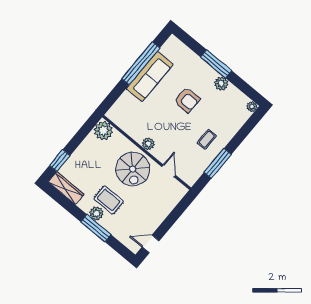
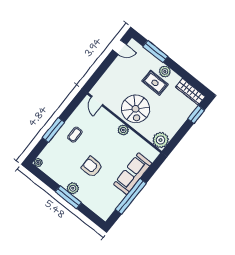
sofa: (150, 77) -> (133, 174), moved
plant: (221, 83) -> (73, 188), moved
window: (218, 163) -> (53, 130), moved
spiral stairs: (133, 169) -> (136, 109), turned 180
door: (169, 171) -> (97, 101), moved
window: (96, 228) -> (155, 51), moved

